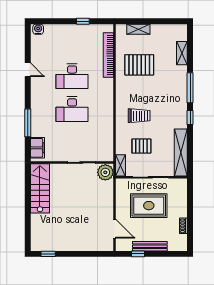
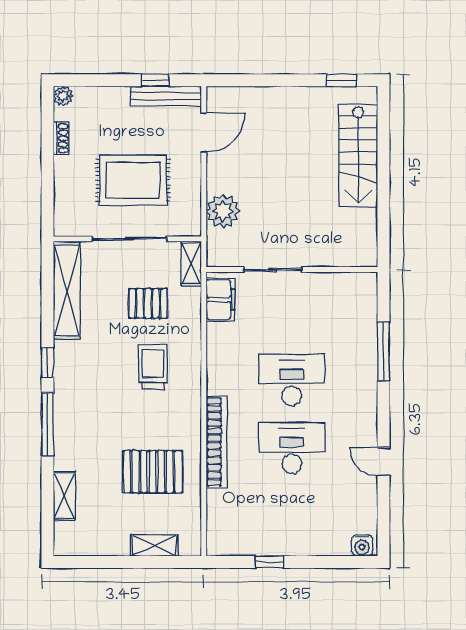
bookcase: (108, 55) -> (217, 442), moved
trolley: (139, 116) -> (153, 367), turned 90
filing cabinet: (38, 148) -> (220, 299), moved, turned 180
plant: (105, 172) -> (223, 211), moved
stairs: (40, 188) -> (358, 155), moved
door: (115, 229) -> (204, 133), swing flipped
bench: (150, 246) -> (166, 96), moved
plant: (183, 246) -> (63, 96), added

